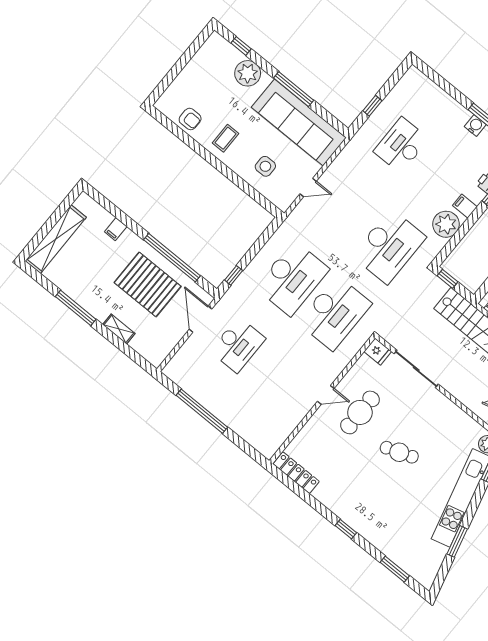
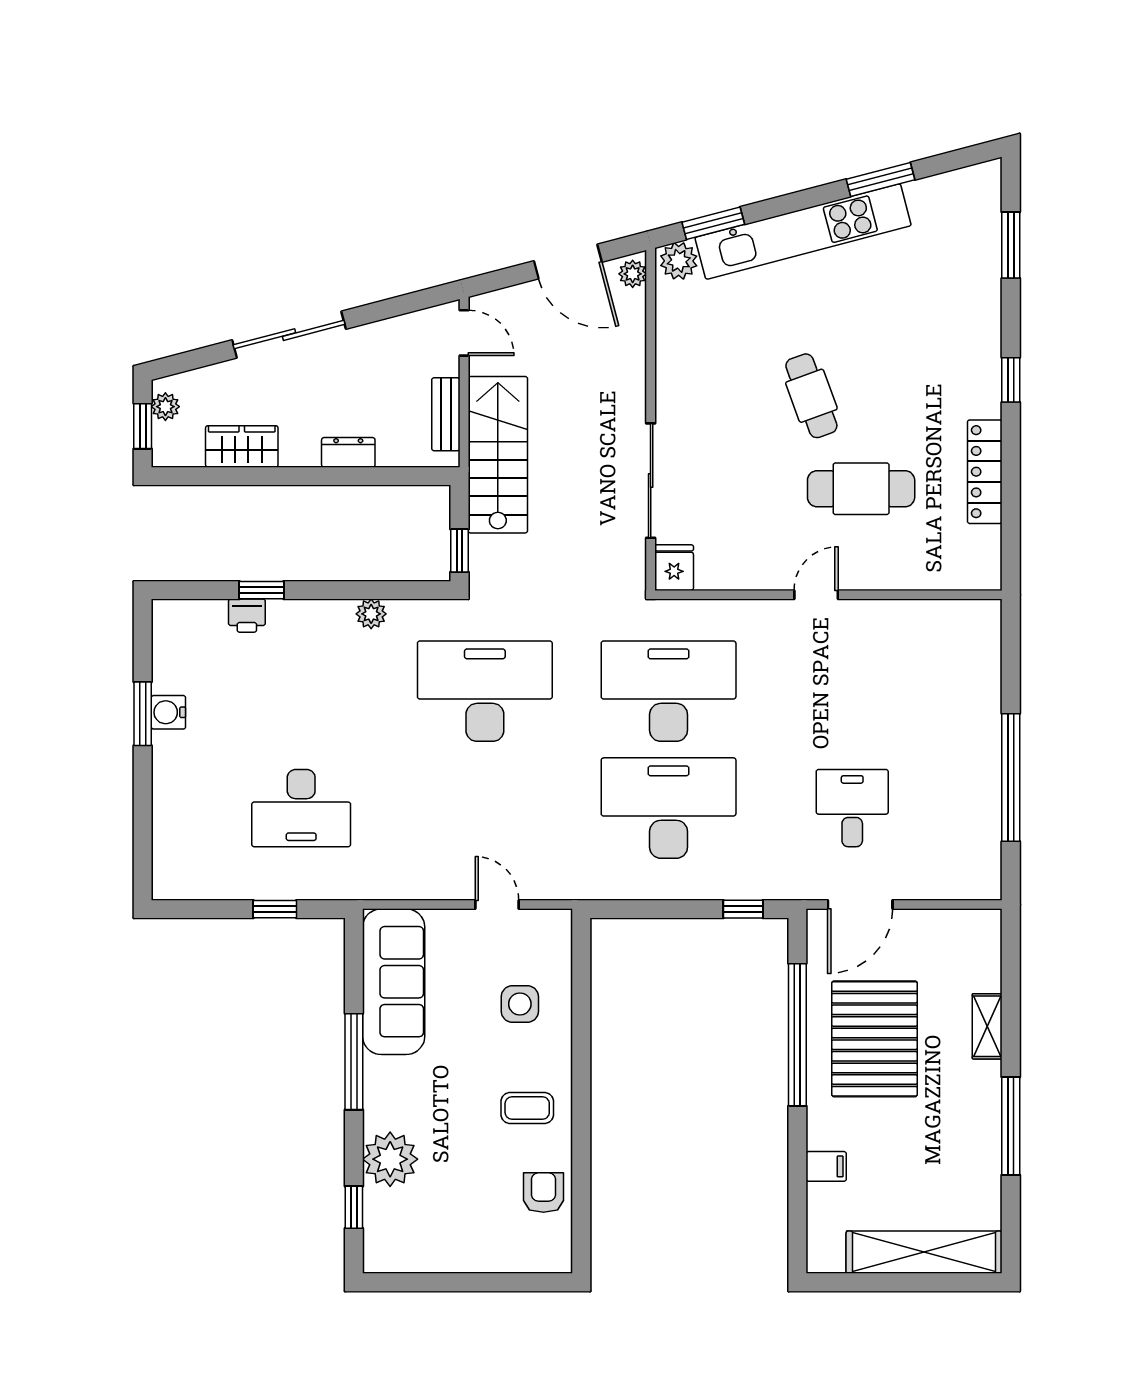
sofa: (299, 122) -> (394, 982), width x0.74, depth x0.79
filing cabinet: (465, 206) -> (316, 620), removed
plant: (446, 224) -> (371, 614), width x0.53, depth x0.53
desk: (238, 345) -> (852, 808), width x0.73
door: (326, 395) -> (816, 595), hinge flipped
cafe table: (360, 412) -> (861, 489), moved
locker: (296, 473) -> (985, 472), moved

